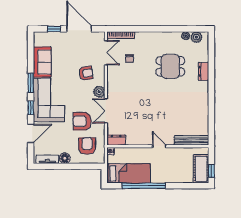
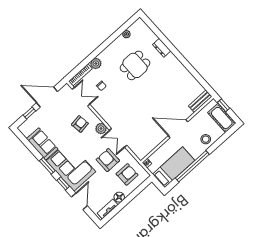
plant: (196, 37) -> (96, 63), moved
armchair: (82, 121) -> (108, 160), turned 90
dresser: (116, 140) -> (144, 152), removed
bench: (191, 140) -> (200, 101), width x0.73
armchair: (87, 146) -> (127, 174), turned 90
door: (159, 146) -> (178, 129), width x1.87
window: (211, 171) -> (224, 105), moved
stool: (174, 174) -> (206, 139), added

